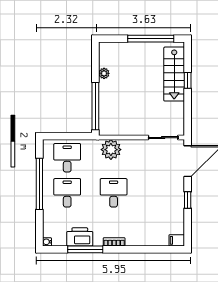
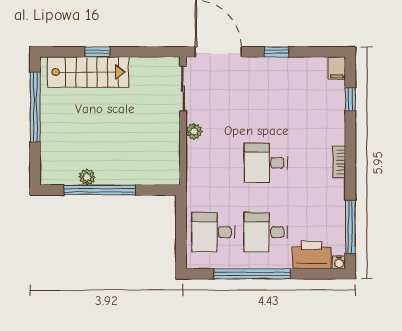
window: (95, 106) -> (100, 190), moved
plant: (111, 150) -> (194, 131), moved, width x0.53, depth x0.53
printer: (80, 237) -> (312, 255), moved, turned 90
window: (85, 249) -> (350, 227), moved
window: (156, 249) -> (350, 99), added

